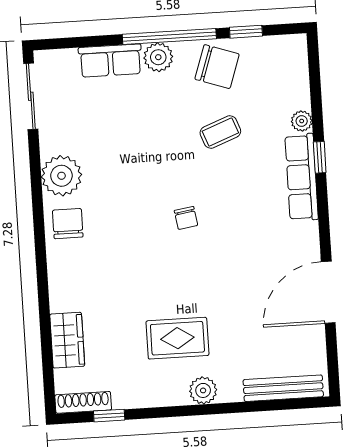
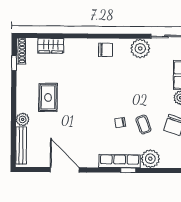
plant: (302, 121) -> (150, 159), width x1.88, depth x1.88
plant: (61, 176) -> (140, 48), moved
chair: (186, 218) -> (120, 122), moved
plant: (203, 390) -> (23, 119), moved

